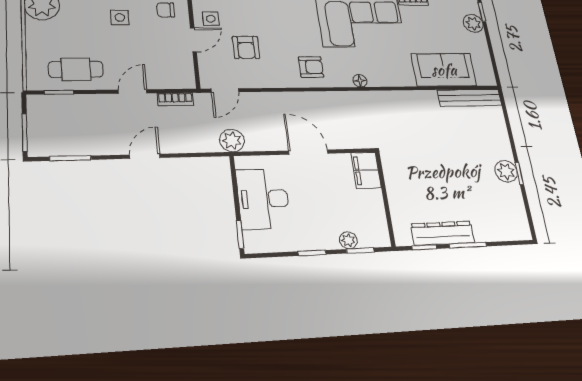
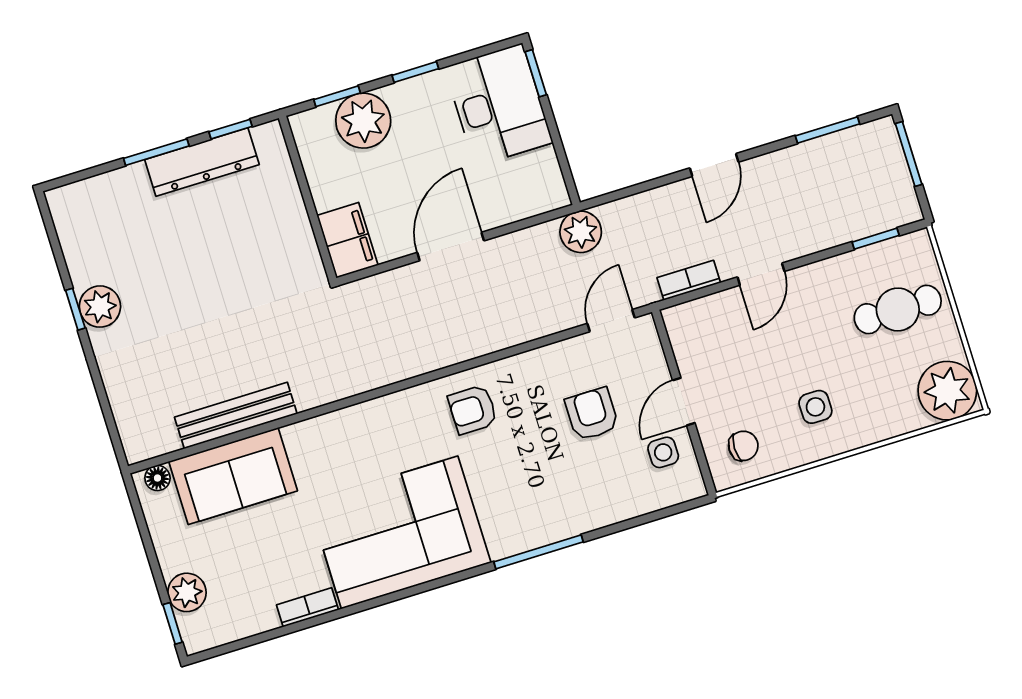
cafe table: (76, 69) -> (898, 309), moved
floor lamp: (360, 81) -> (157, 478), moved
bench: (470, 98) -> (236, 416), moved
door: (308, 152) -> (451, 247), swing flipped
desk: (263, 199) -> (499, 105), moved
plant: (348, 240) -> (363, 121), width x1.87, depth x1.87

